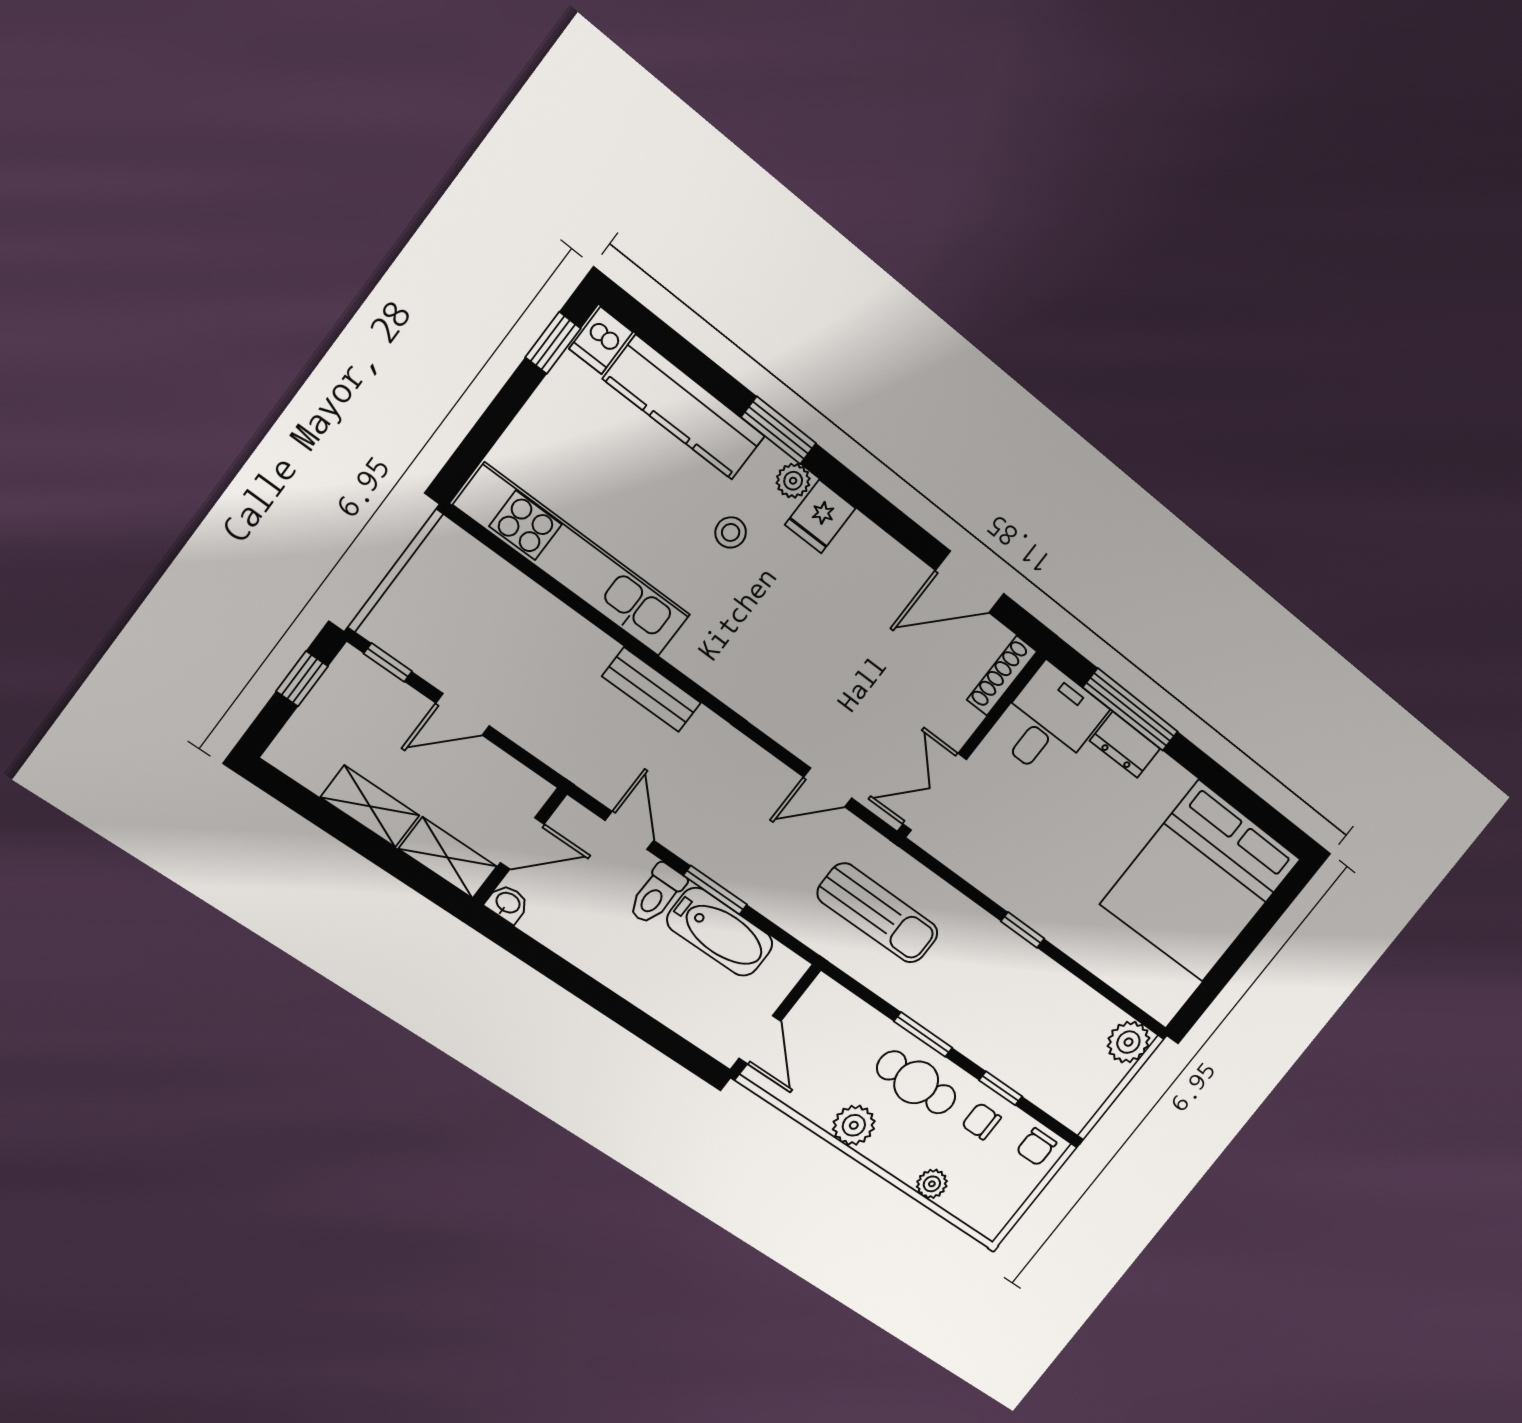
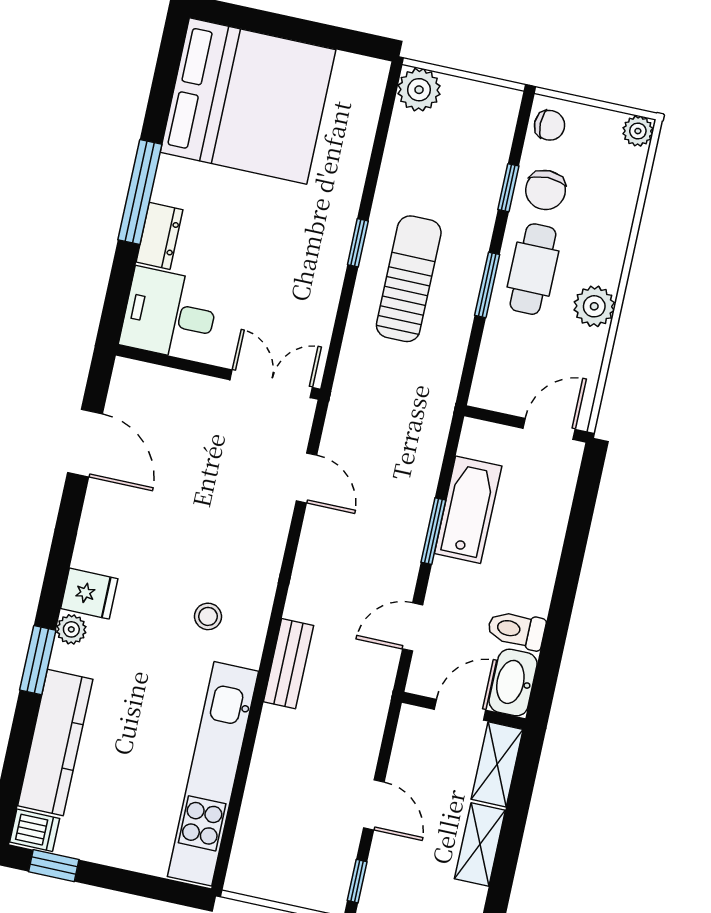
stool: (731, 532) -> (208, 616), moved
shoe rack: (1002, 676) -> (149, 376), removed
window: (1131, 710) -> (140, 192), moved
double door: (935, 792) -> (271, 384), swing flipped
door: (522, 843) -> (460, 710), hinge flipped
toilet: (657, 894) -> (516, 630), moved, turned 180
washbasin: (507, 903) -> (513, 683), width x1.91, depth x1.45
sun lounger: (878, 913) -> (409, 279), moved
chair: (981, 1121) -> (546, 190), width x1.37, depth x1.37
plant: (932, 1184) -> (638, 131), moved

